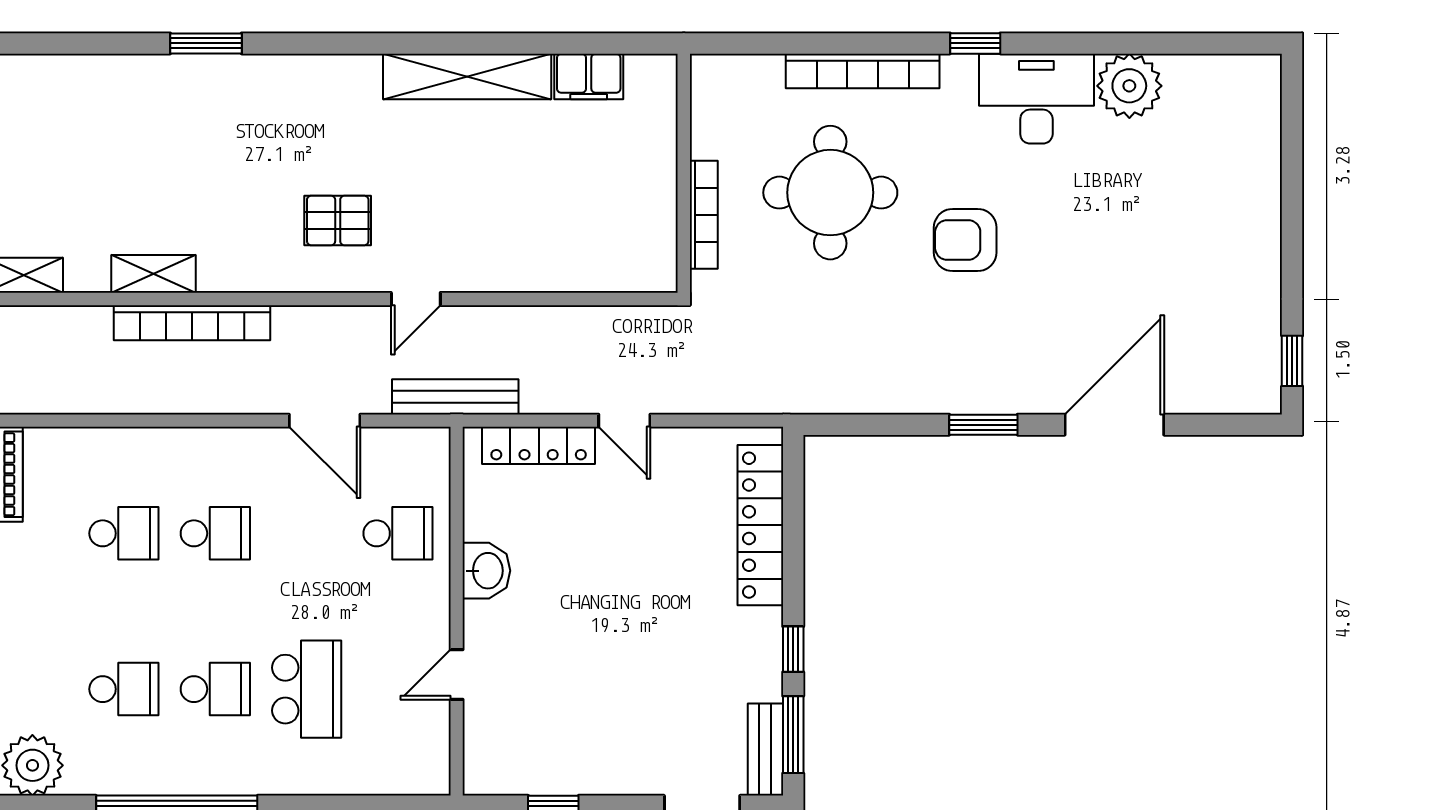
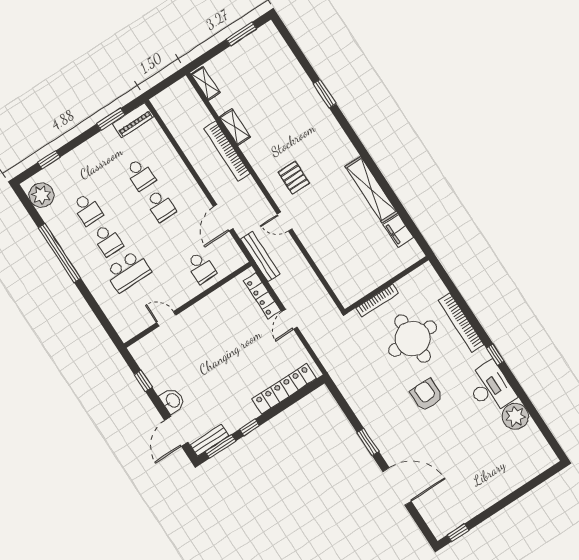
washbasin: (486, 571) -> (173, 401), moved, turned -90

